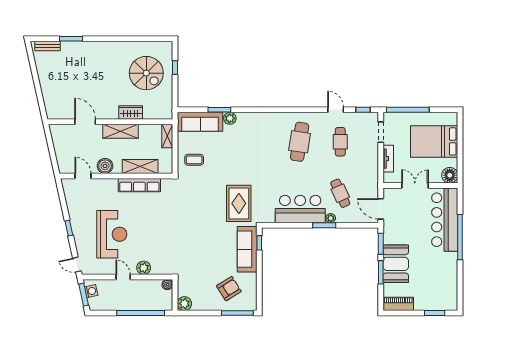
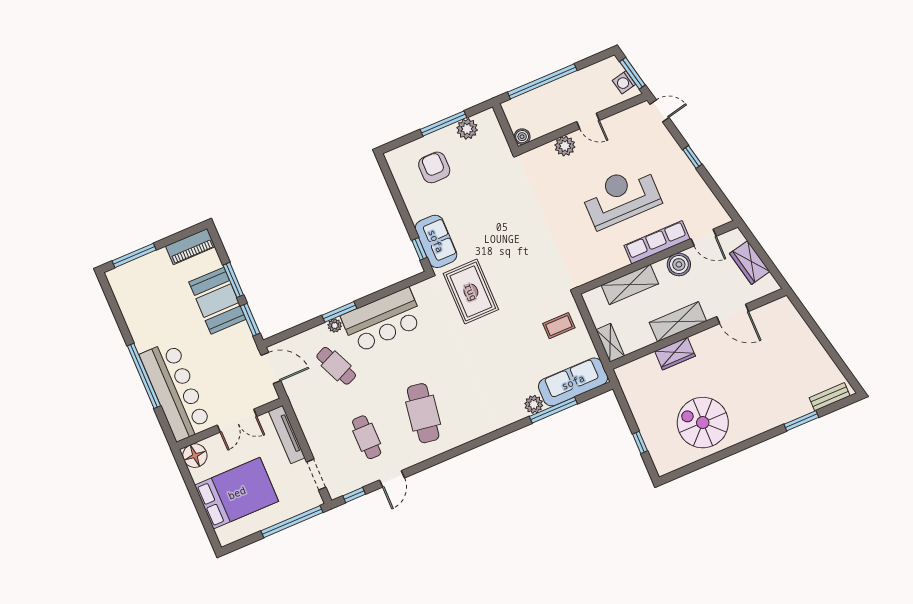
spiral stairs: (146, 73) -> (703, 423), moved
window: (219, 110) -> (553, 410), width x1.44
door: (336, 110) -> (392, 479), hinge flipped
wardrobe: (61, 149) -> (750, 262), added
tv unit: (388, 159) -> (287, 435), width x1.41
row of seats: (139, 185) -> (657, 242), moved
reception desk: (112, 234) -> (621, 197), moved, turned 90
sofa: (247, 249) -> (436, 241), width x0.73
armchair: (229, 289) -> (434, 167), turned 122
plant: (184, 304) -> (467, 129), moved
window: (237, 313) -> (443, 124), moved
window: (435, 313) -> (134, 255), width x1.44

